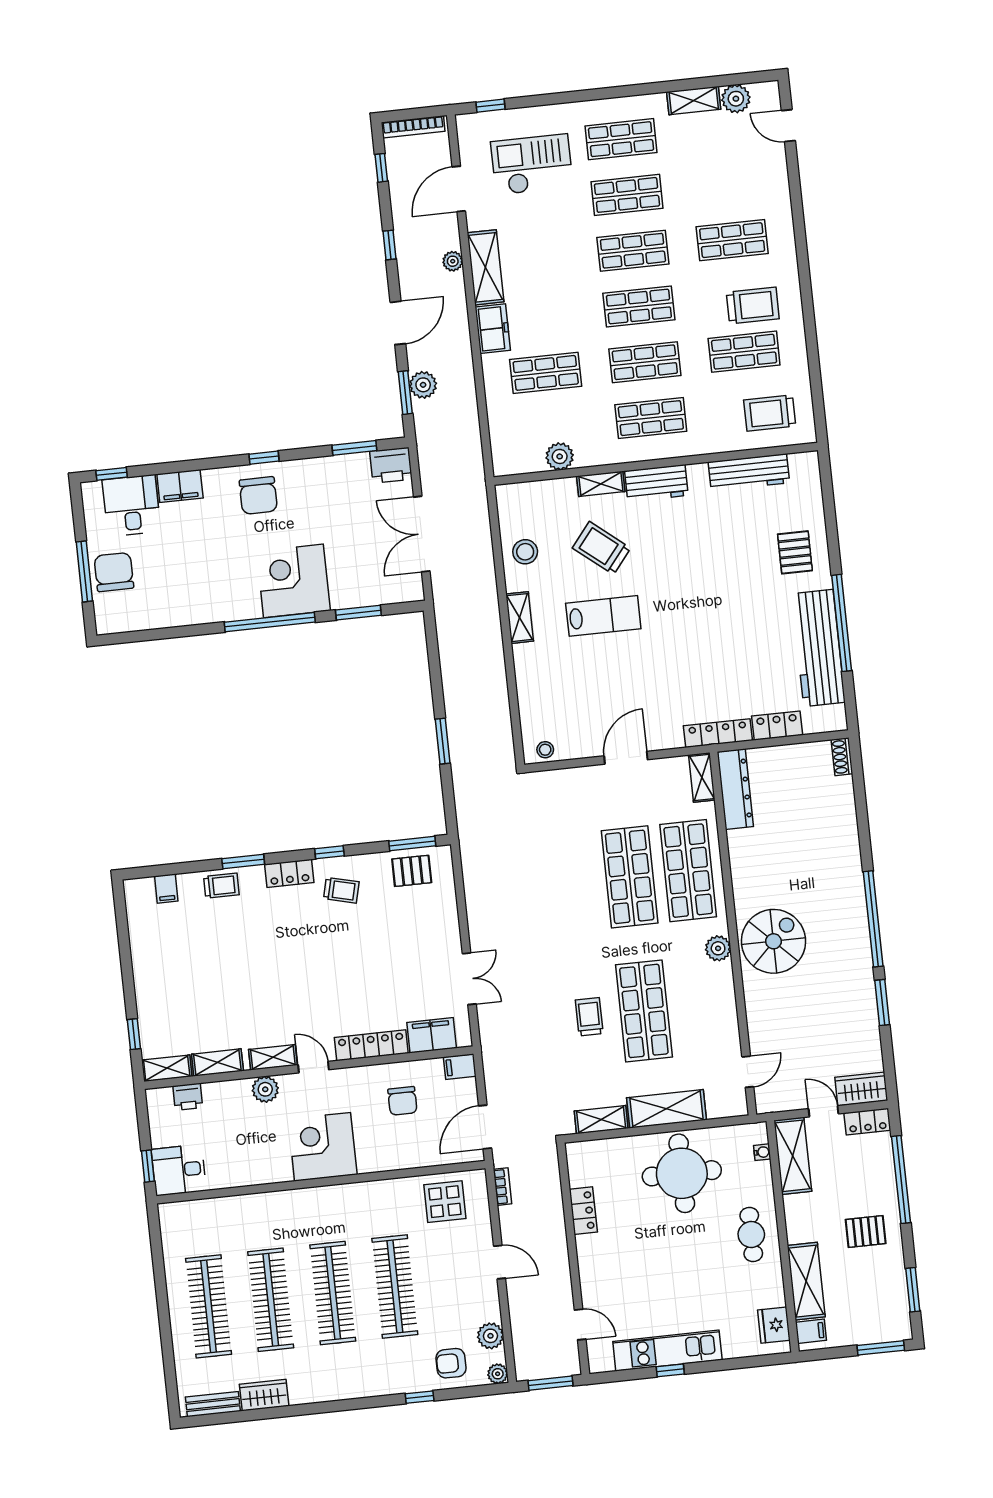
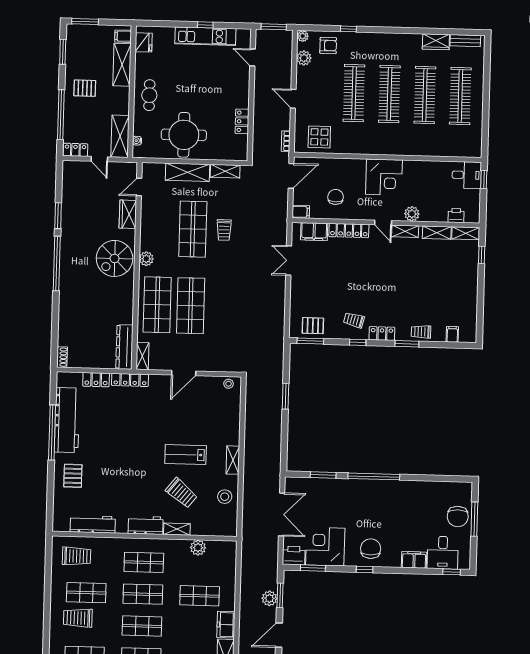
corner desk: (293, 581) -> (325, 547), moved, turned 180
wardrobe: (861, 1089) -> (128, 214), moved, turned 90

